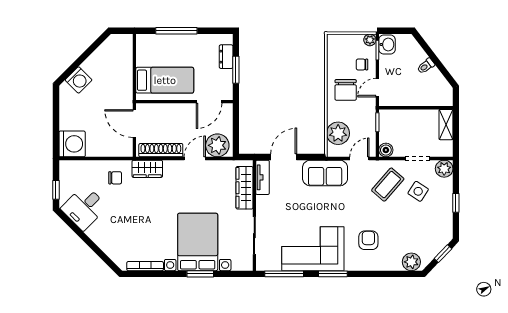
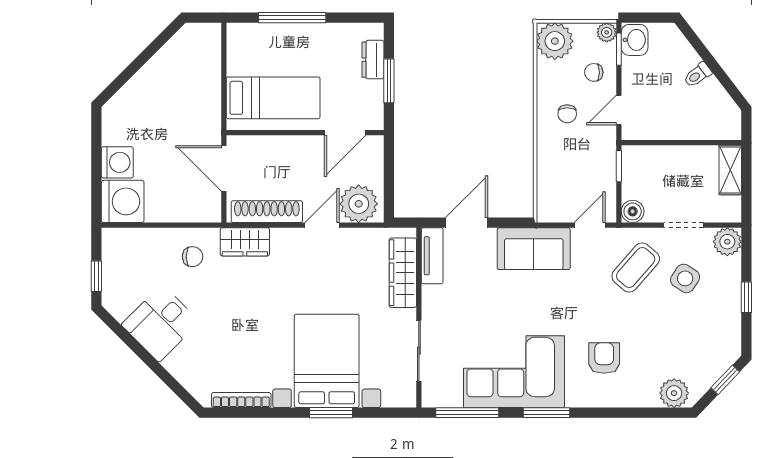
washing machine: (79, 80) -> (117, 162), moved, turned -45
chair: (346, 90) -> (567, 114), width x0.54, depth x0.54
plant: (338, 133) -> (555, 41), moved
desk: (84, 208) -> (160, 323), moved

